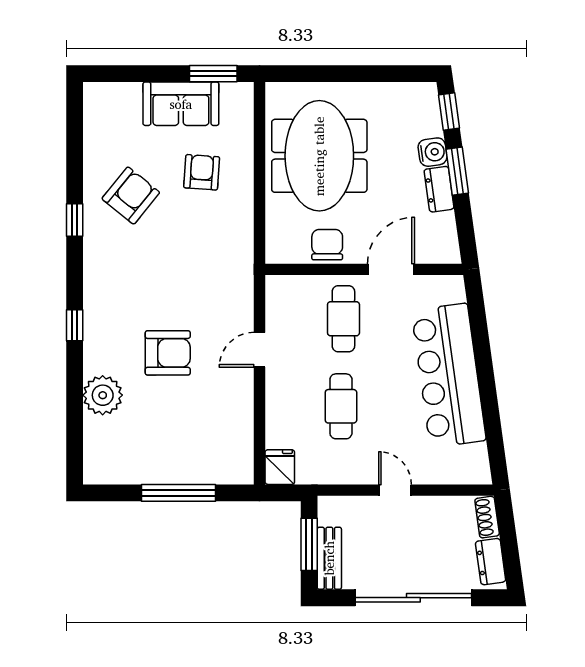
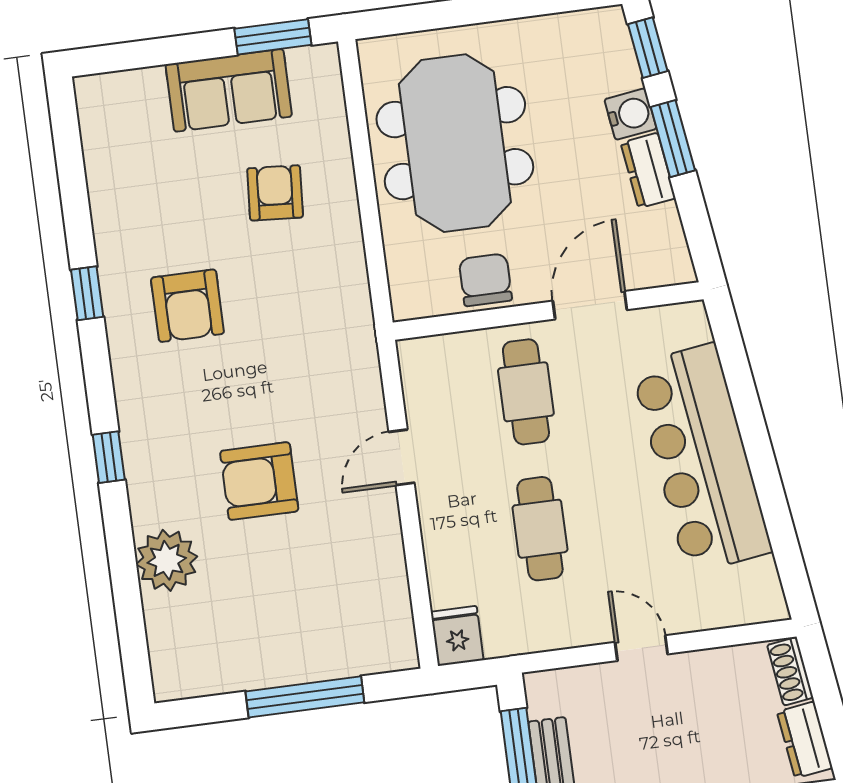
armchair: (131, 196) -> (187, 306), moved, turned 141
armchair: (168, 353) -> (259, 481), turned 180

